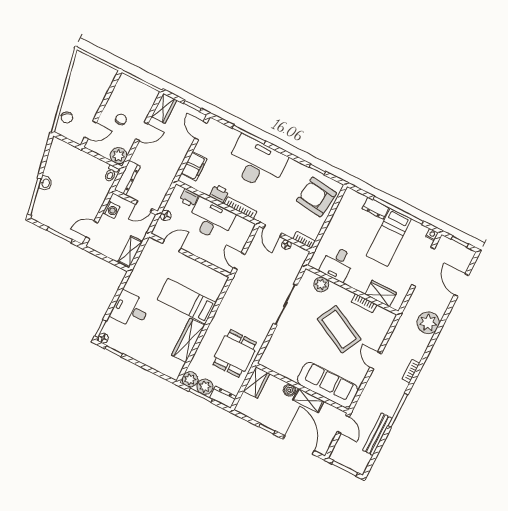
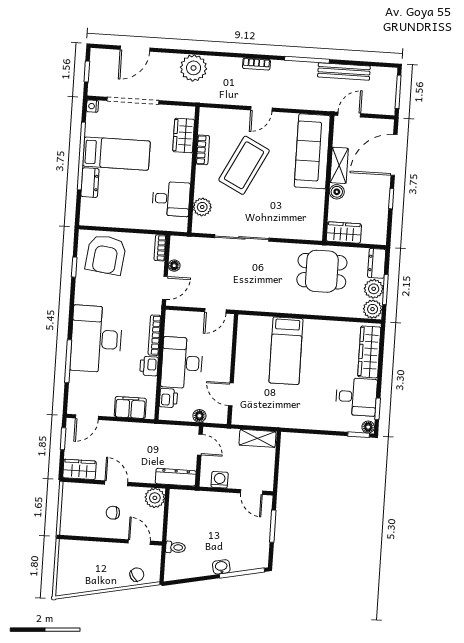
toilet: (111, 174) -> (175, 547), moved
desk: (130, 310) -> (356, 397), moved, turned -90
wardrobe: (188, 340) -> (369, 352), moved, turned 90

